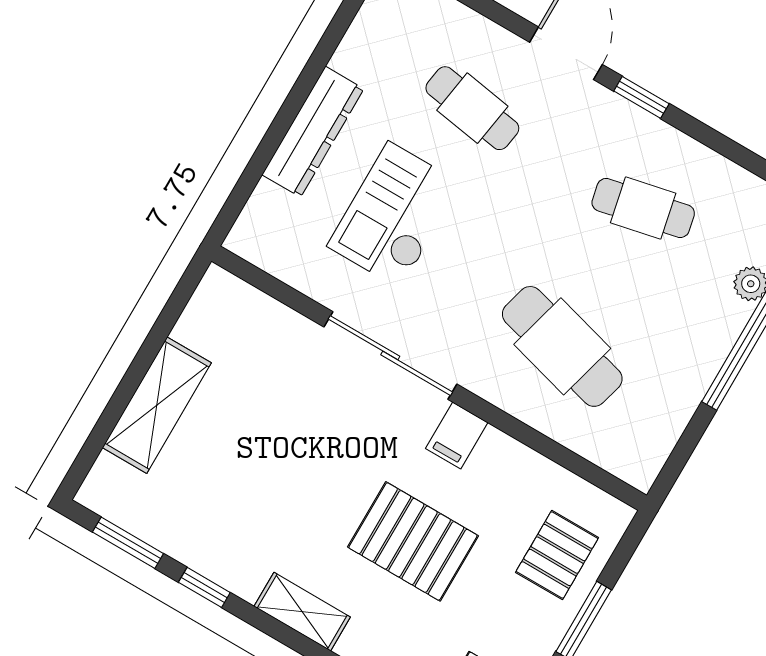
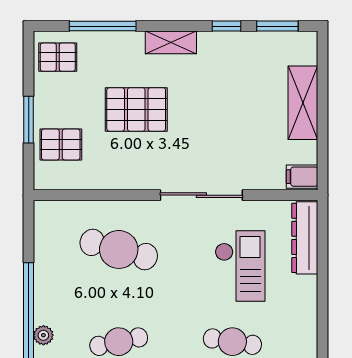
dresser: (313, 132) -> (305, 238), moved
filing cabinet: (457, 436) -> (302, 177), moved, turned -90
pallet: (557, 555) -> (61, 144), turned 90

